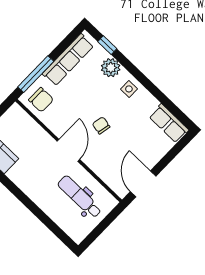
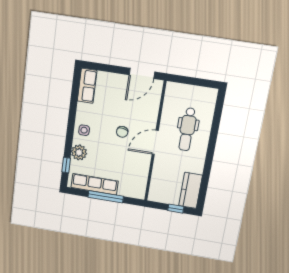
window: (36, 74) -> (106, 197), moved
chair: (41, 100) -> (134, 184), removed
dental chair: (80, 197) -> (187, 129), moved

